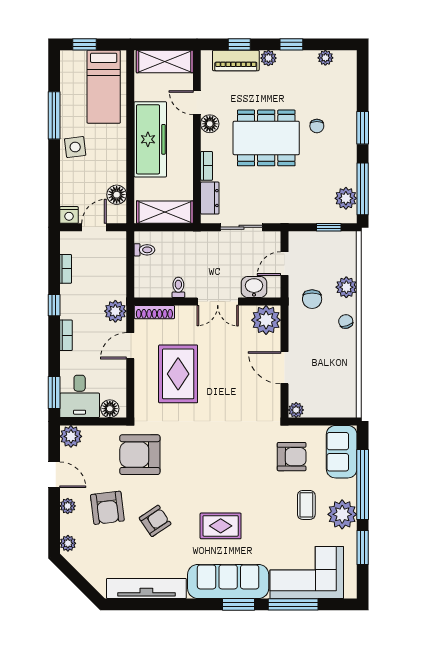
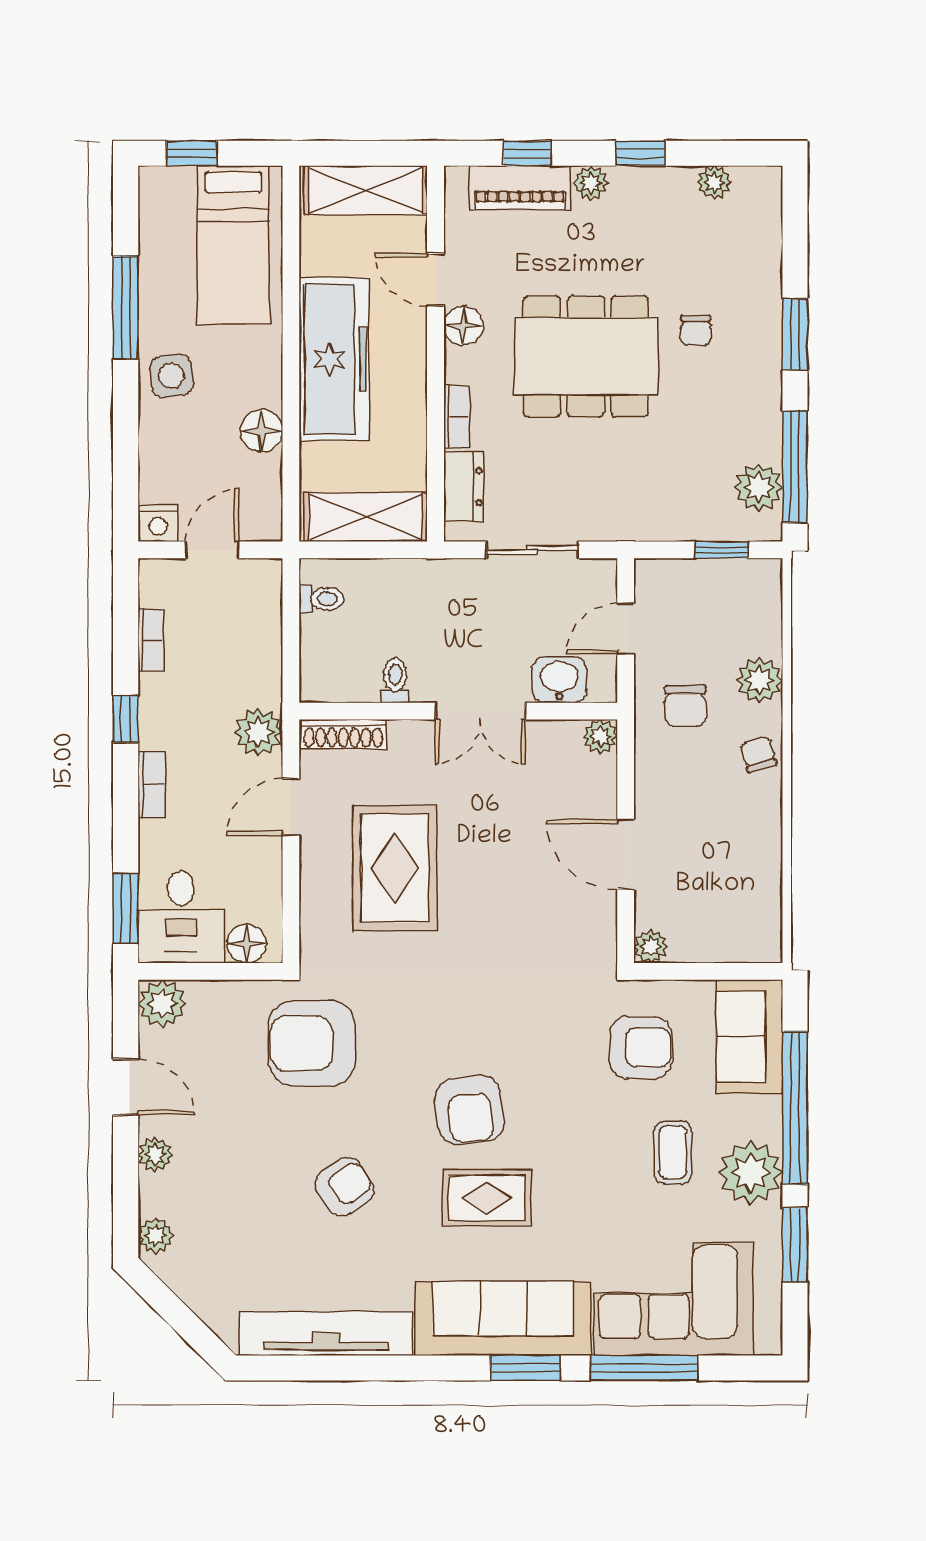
floor lamp: (117, 195) -> (261, 431), moved
plant: (266, 320) -> (600, 736), width x0.53, depth x0.53
armchair: (107, 508) -> (470, 1110), moved

